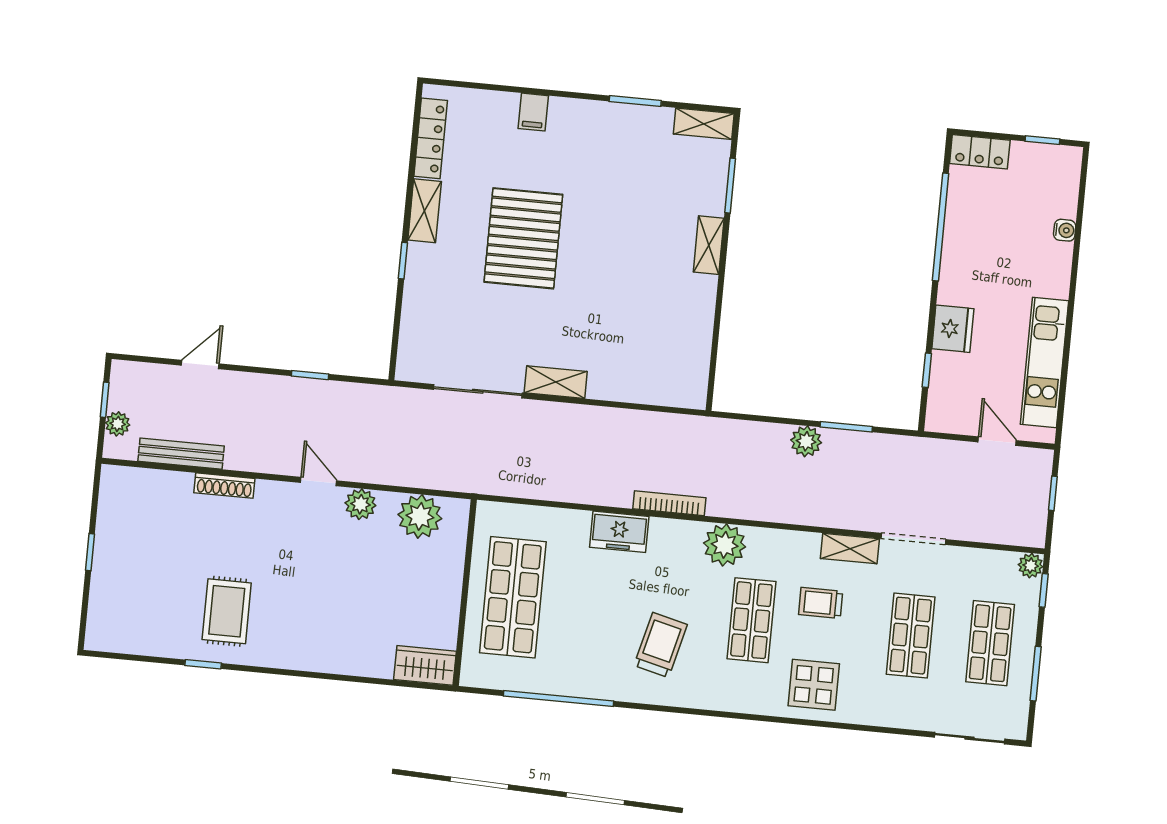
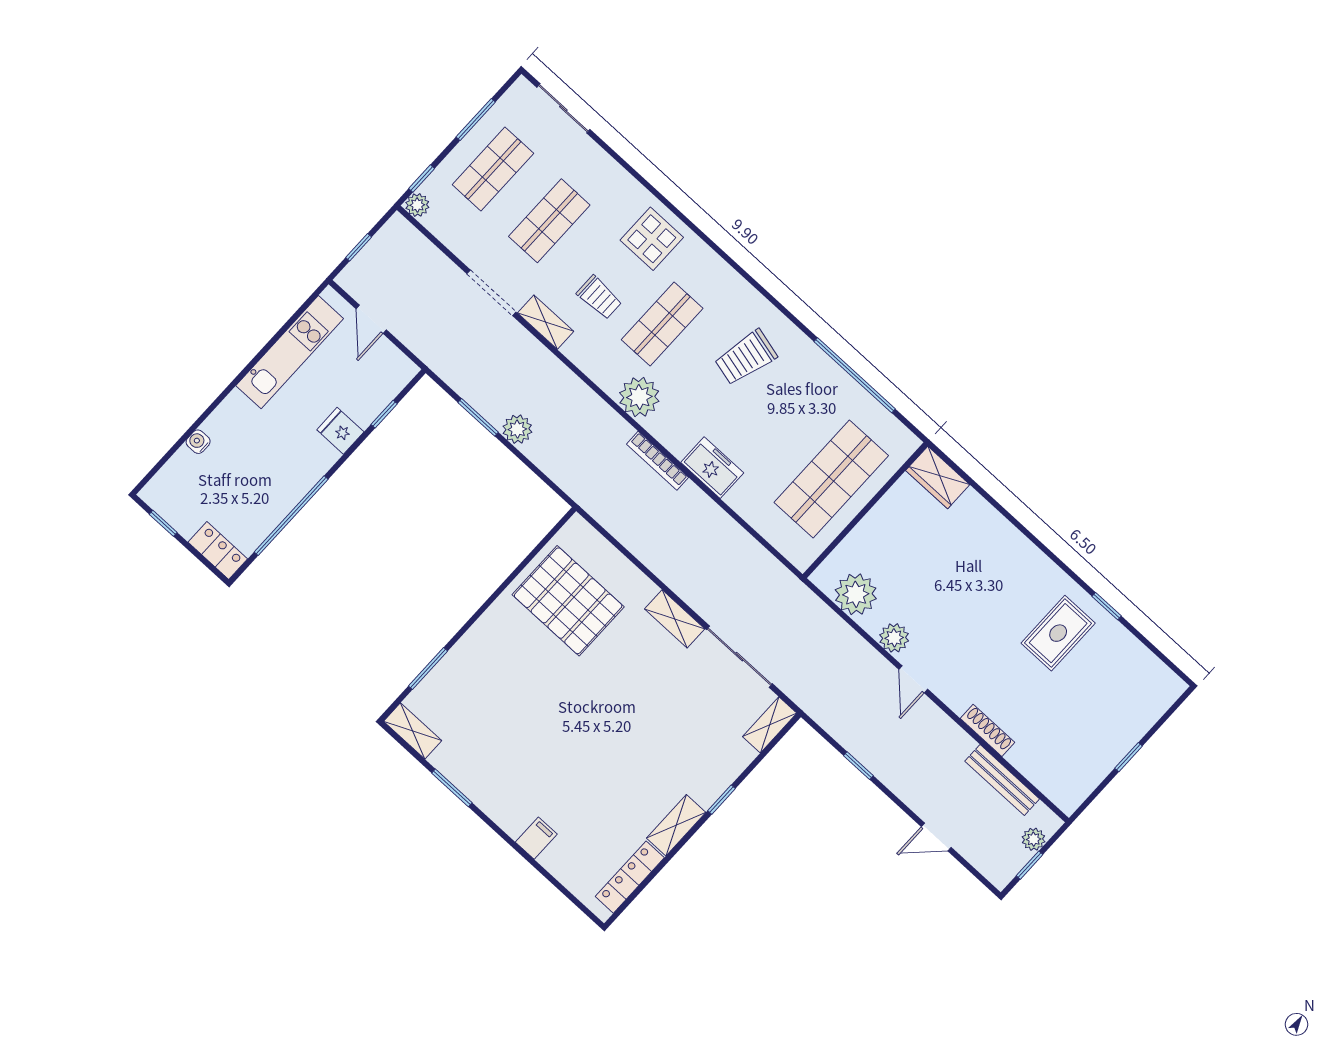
pallet: (523, 238) -> (568, 601), moved, turned 90
shelving: (709, 245) -> (770, 725), moved
fridge: (953, 329) -> (340, 431), width x0.72

